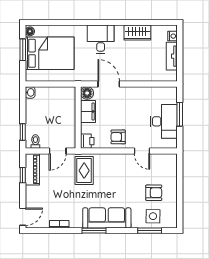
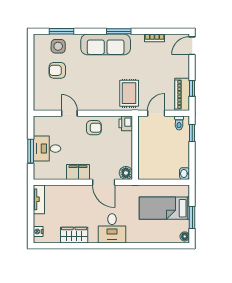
bed: (50, 53) -> (164, 208), width x0.67
tv unit: (172, 56) -> (39, 199), moved
filing cabinet: (88, 112) -> (78, 172), moved, turned 90
desk: (164, 121) -> (47, 149), width x0.73

